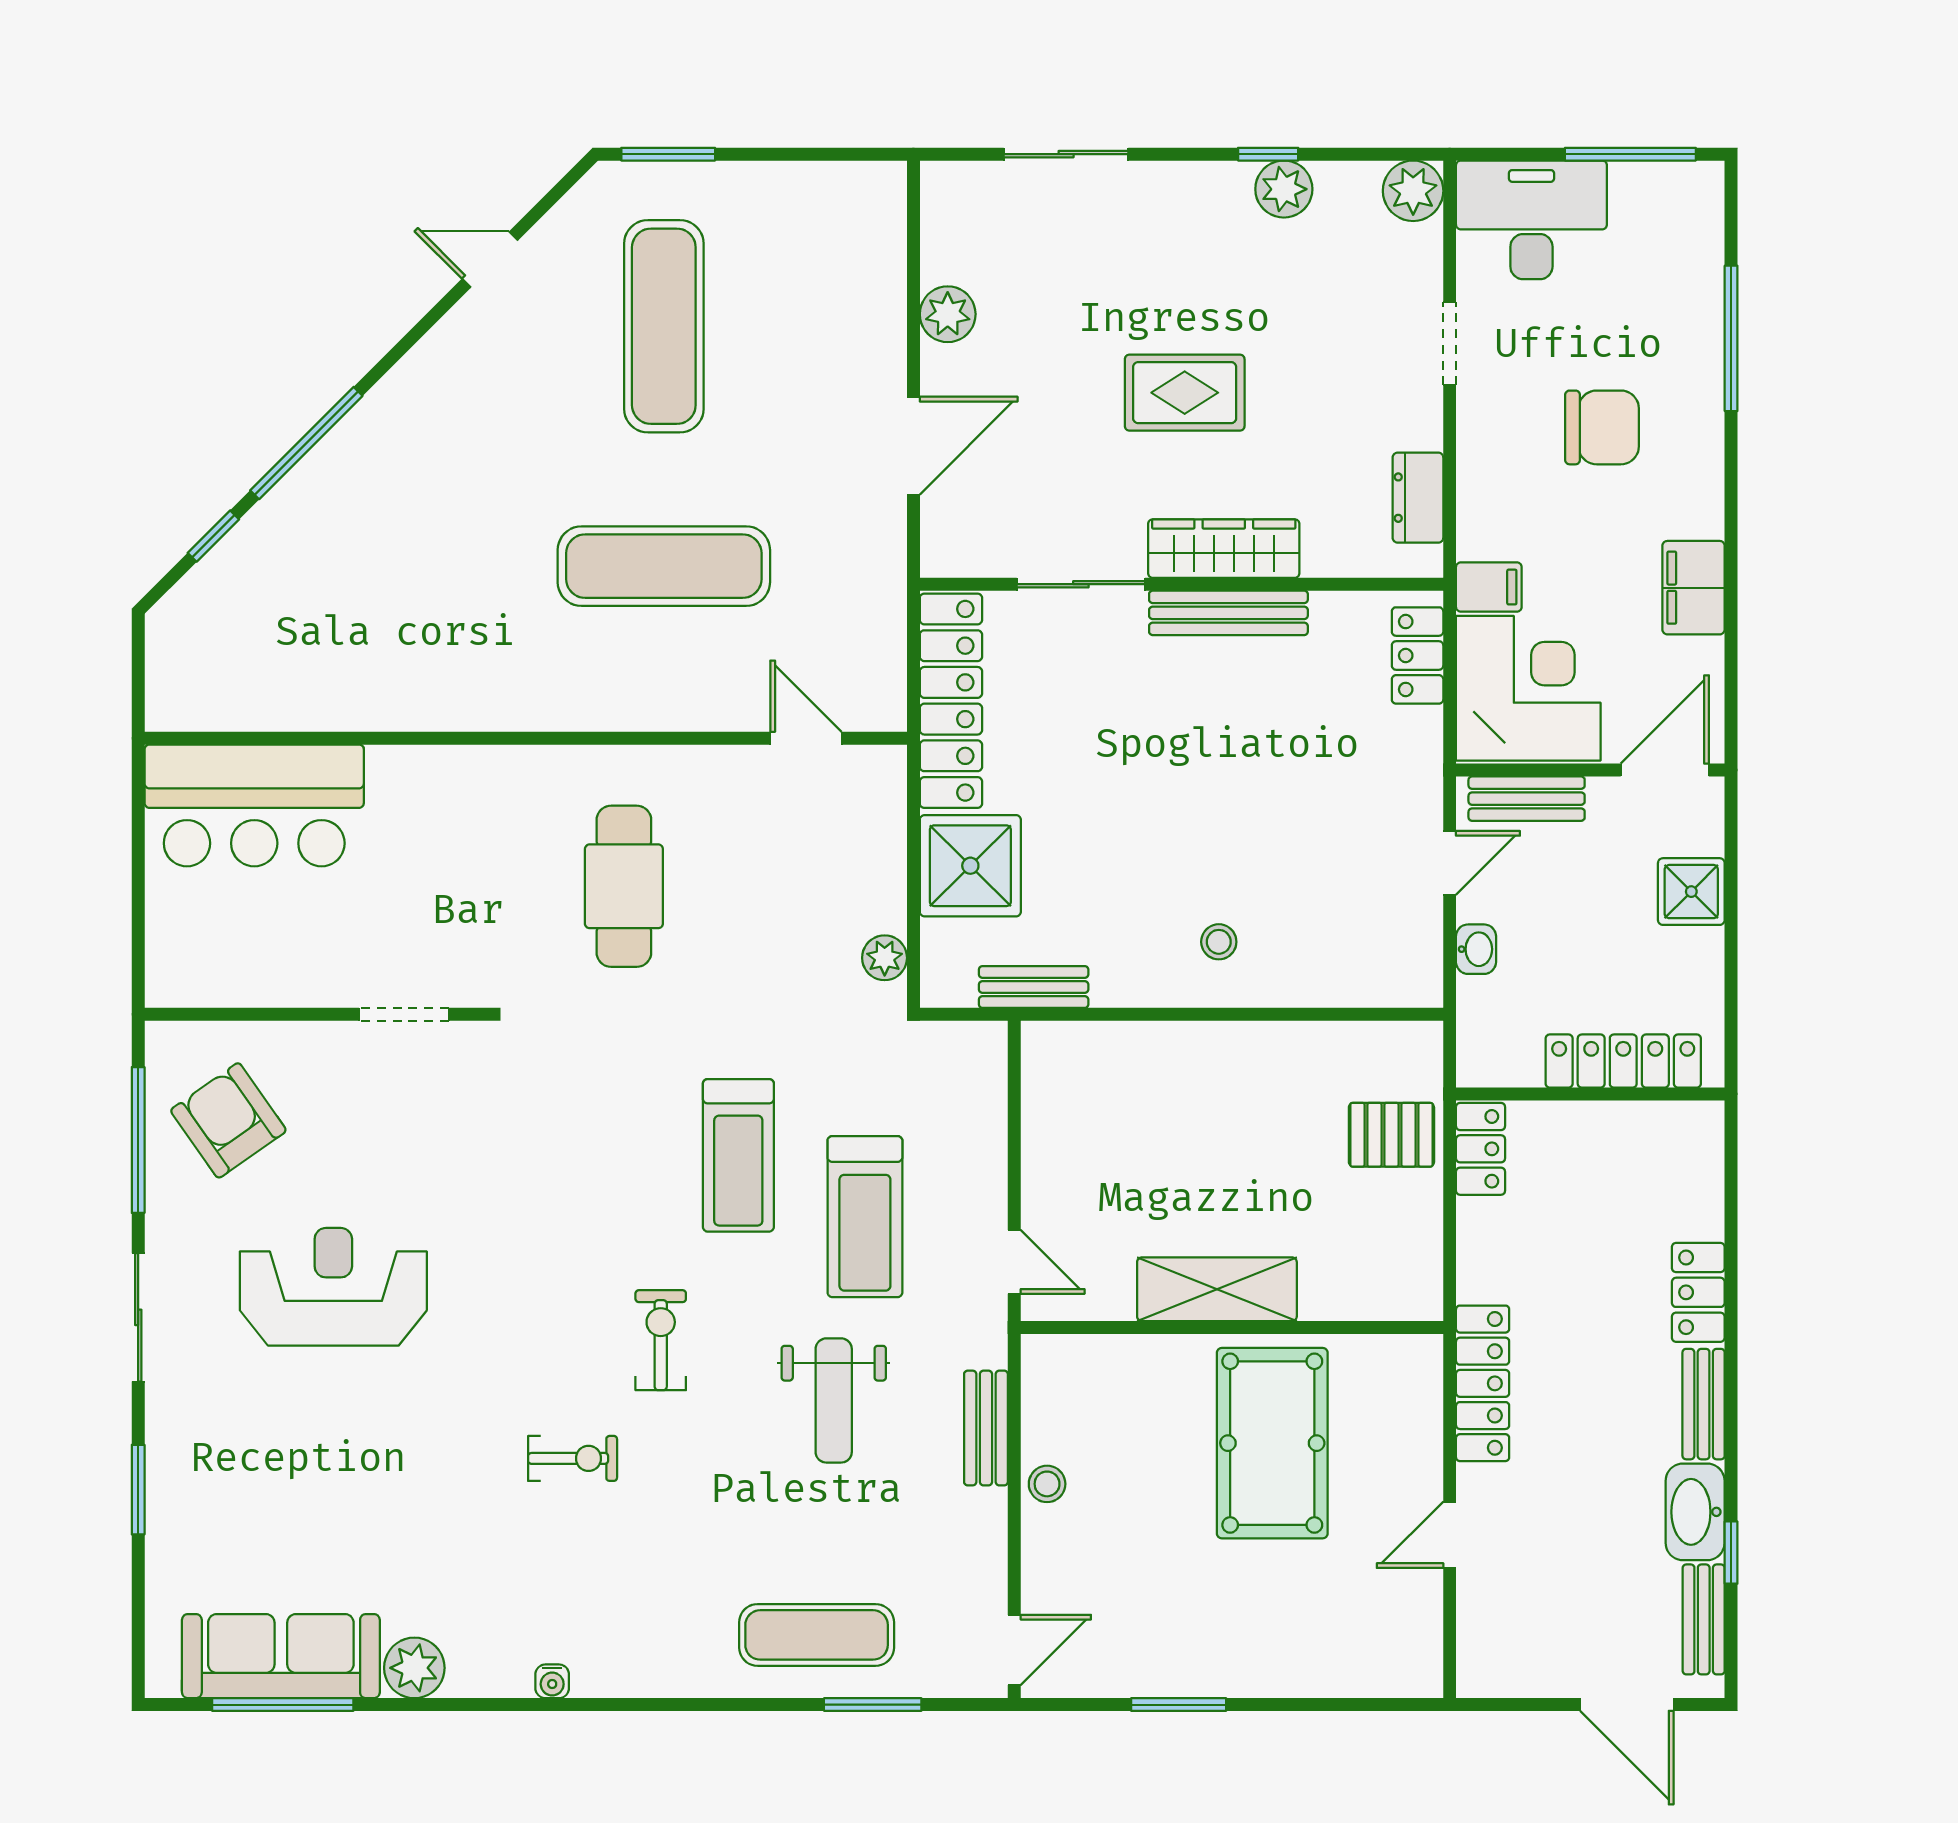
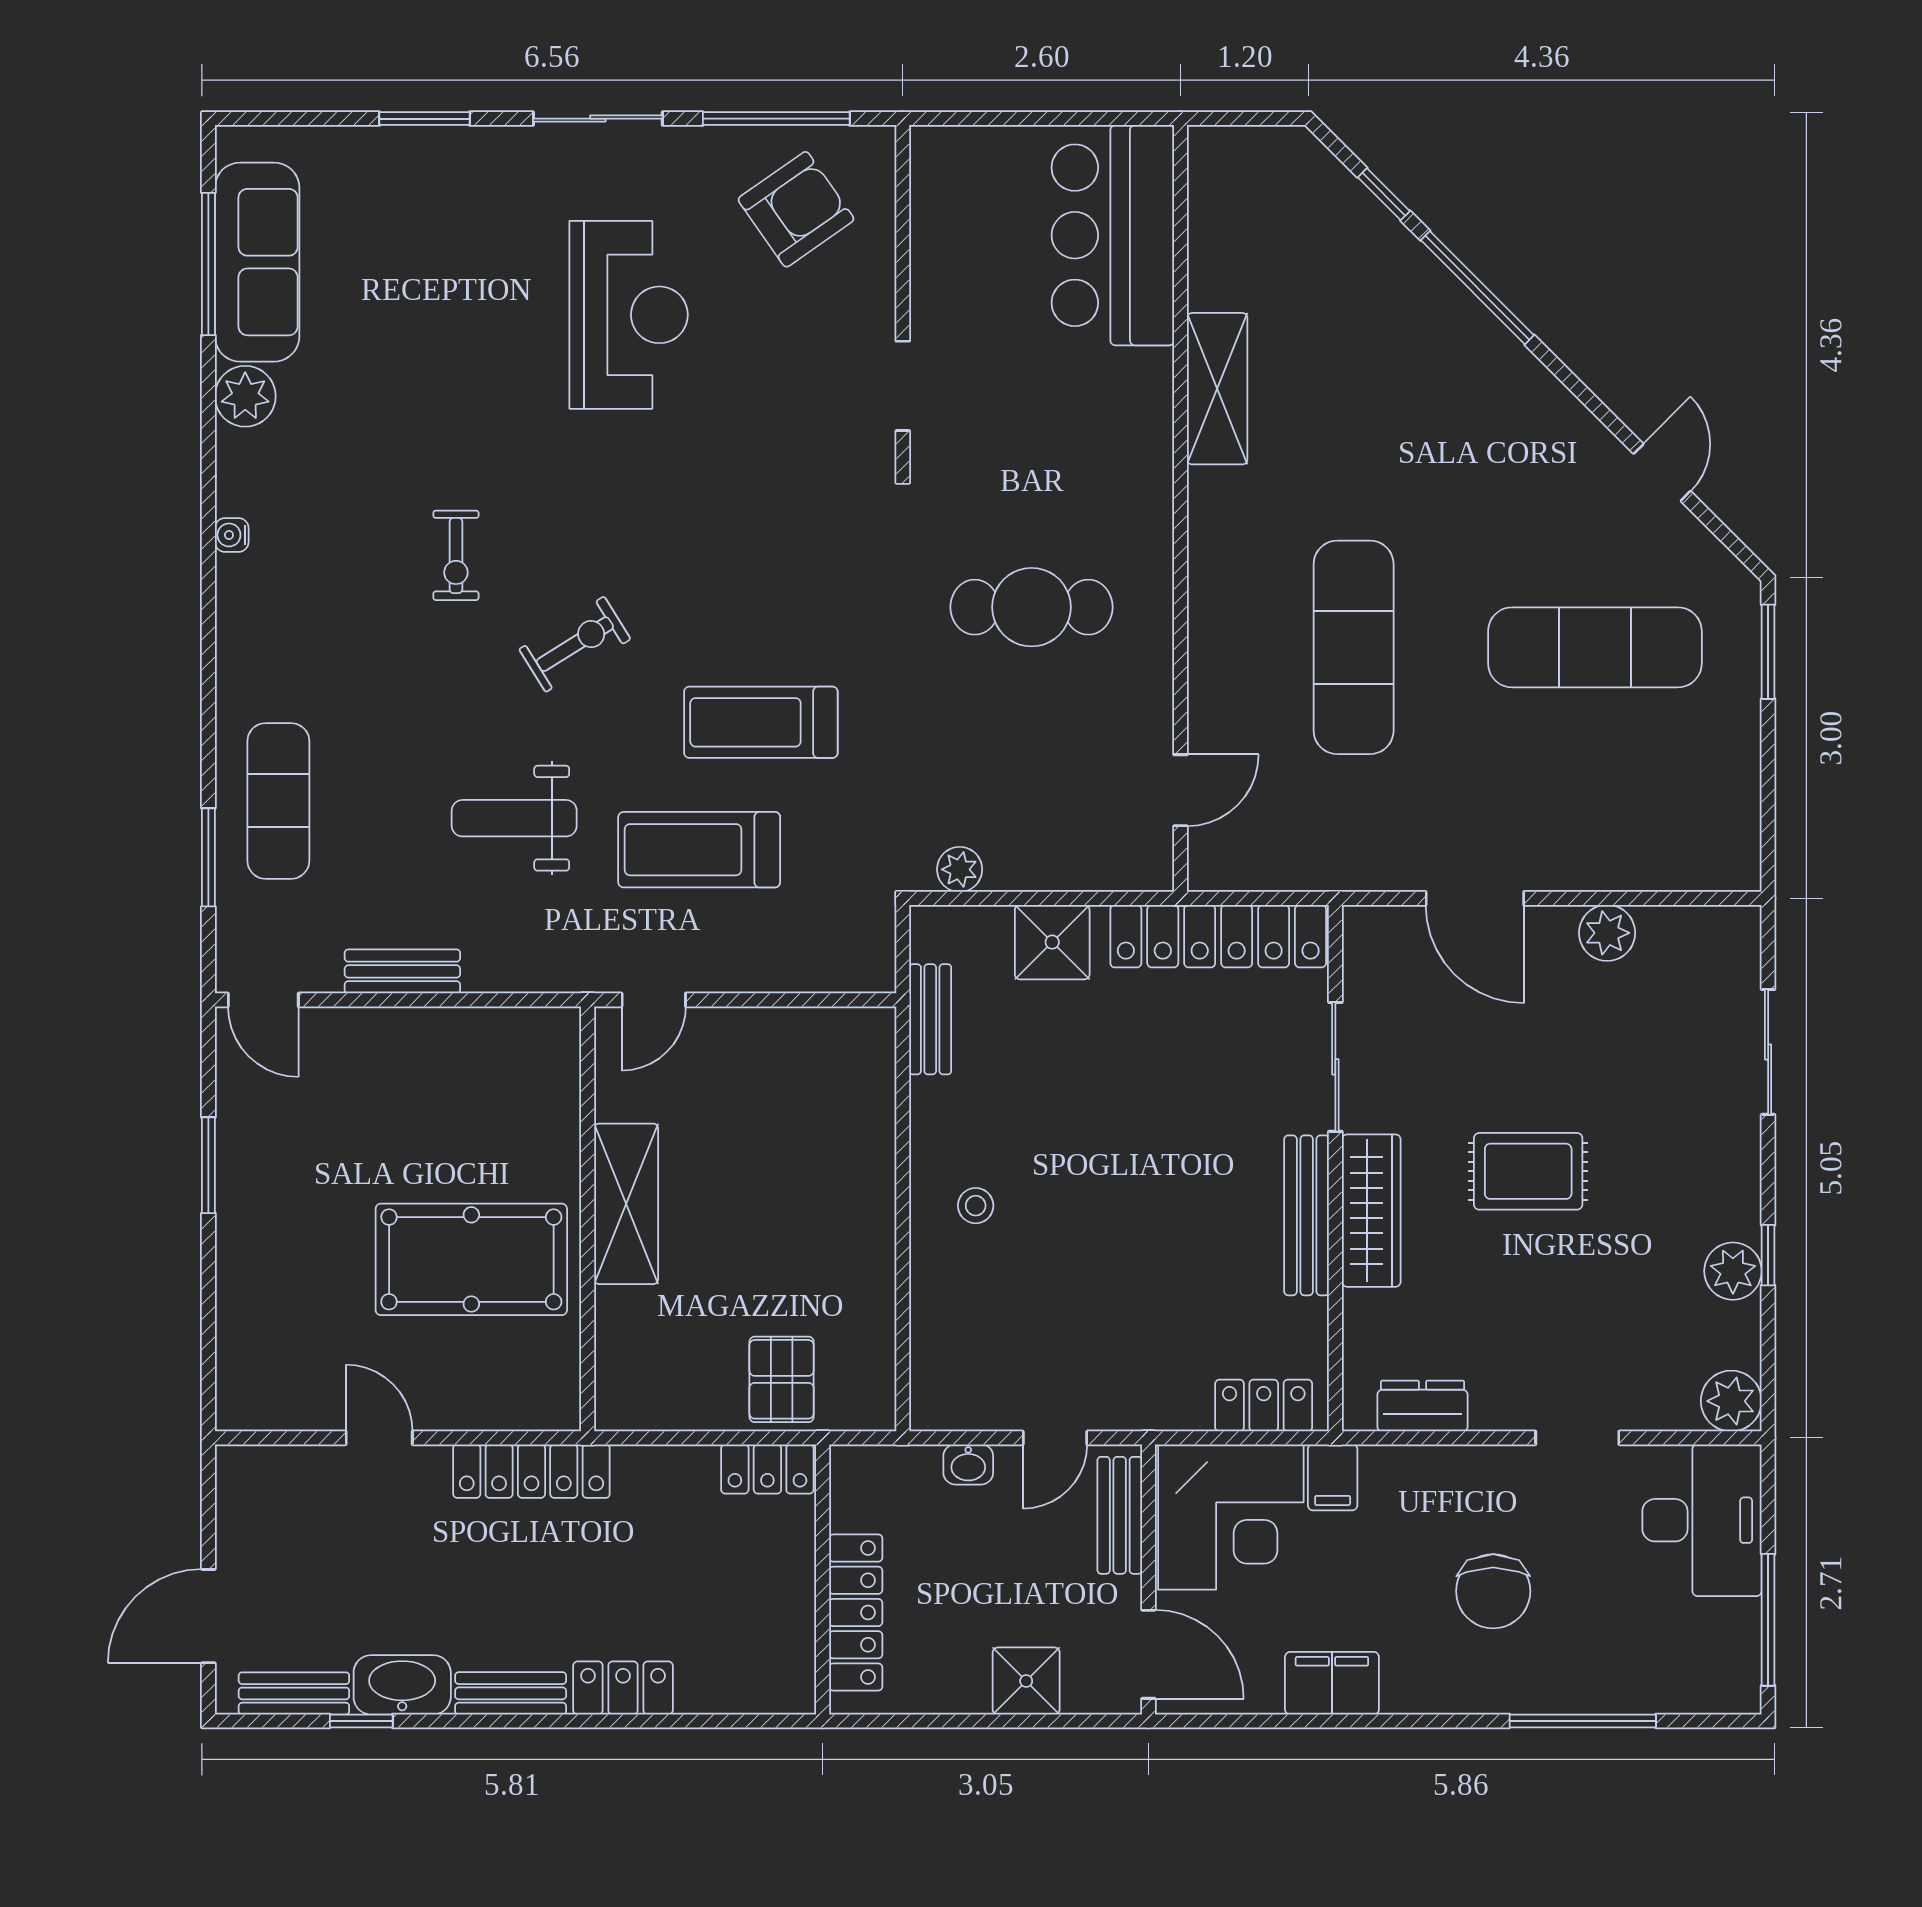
rug: (1185, 393) -> (1528, 1171), turned 90
shelving: (407, 702) -> (1217, 389), added
door: (1450, 863) -> (1055, 1438), hinge flipped
shower: (970, 866) -> (1052, 942), width x0.73, depth x0.73
exercise bike: (661, 1340) -> (575, 644), turned -32
bench: (986, 1428) -> (402, 971), moved
stool: (1047, 1484) -> (430, 1033), removed

